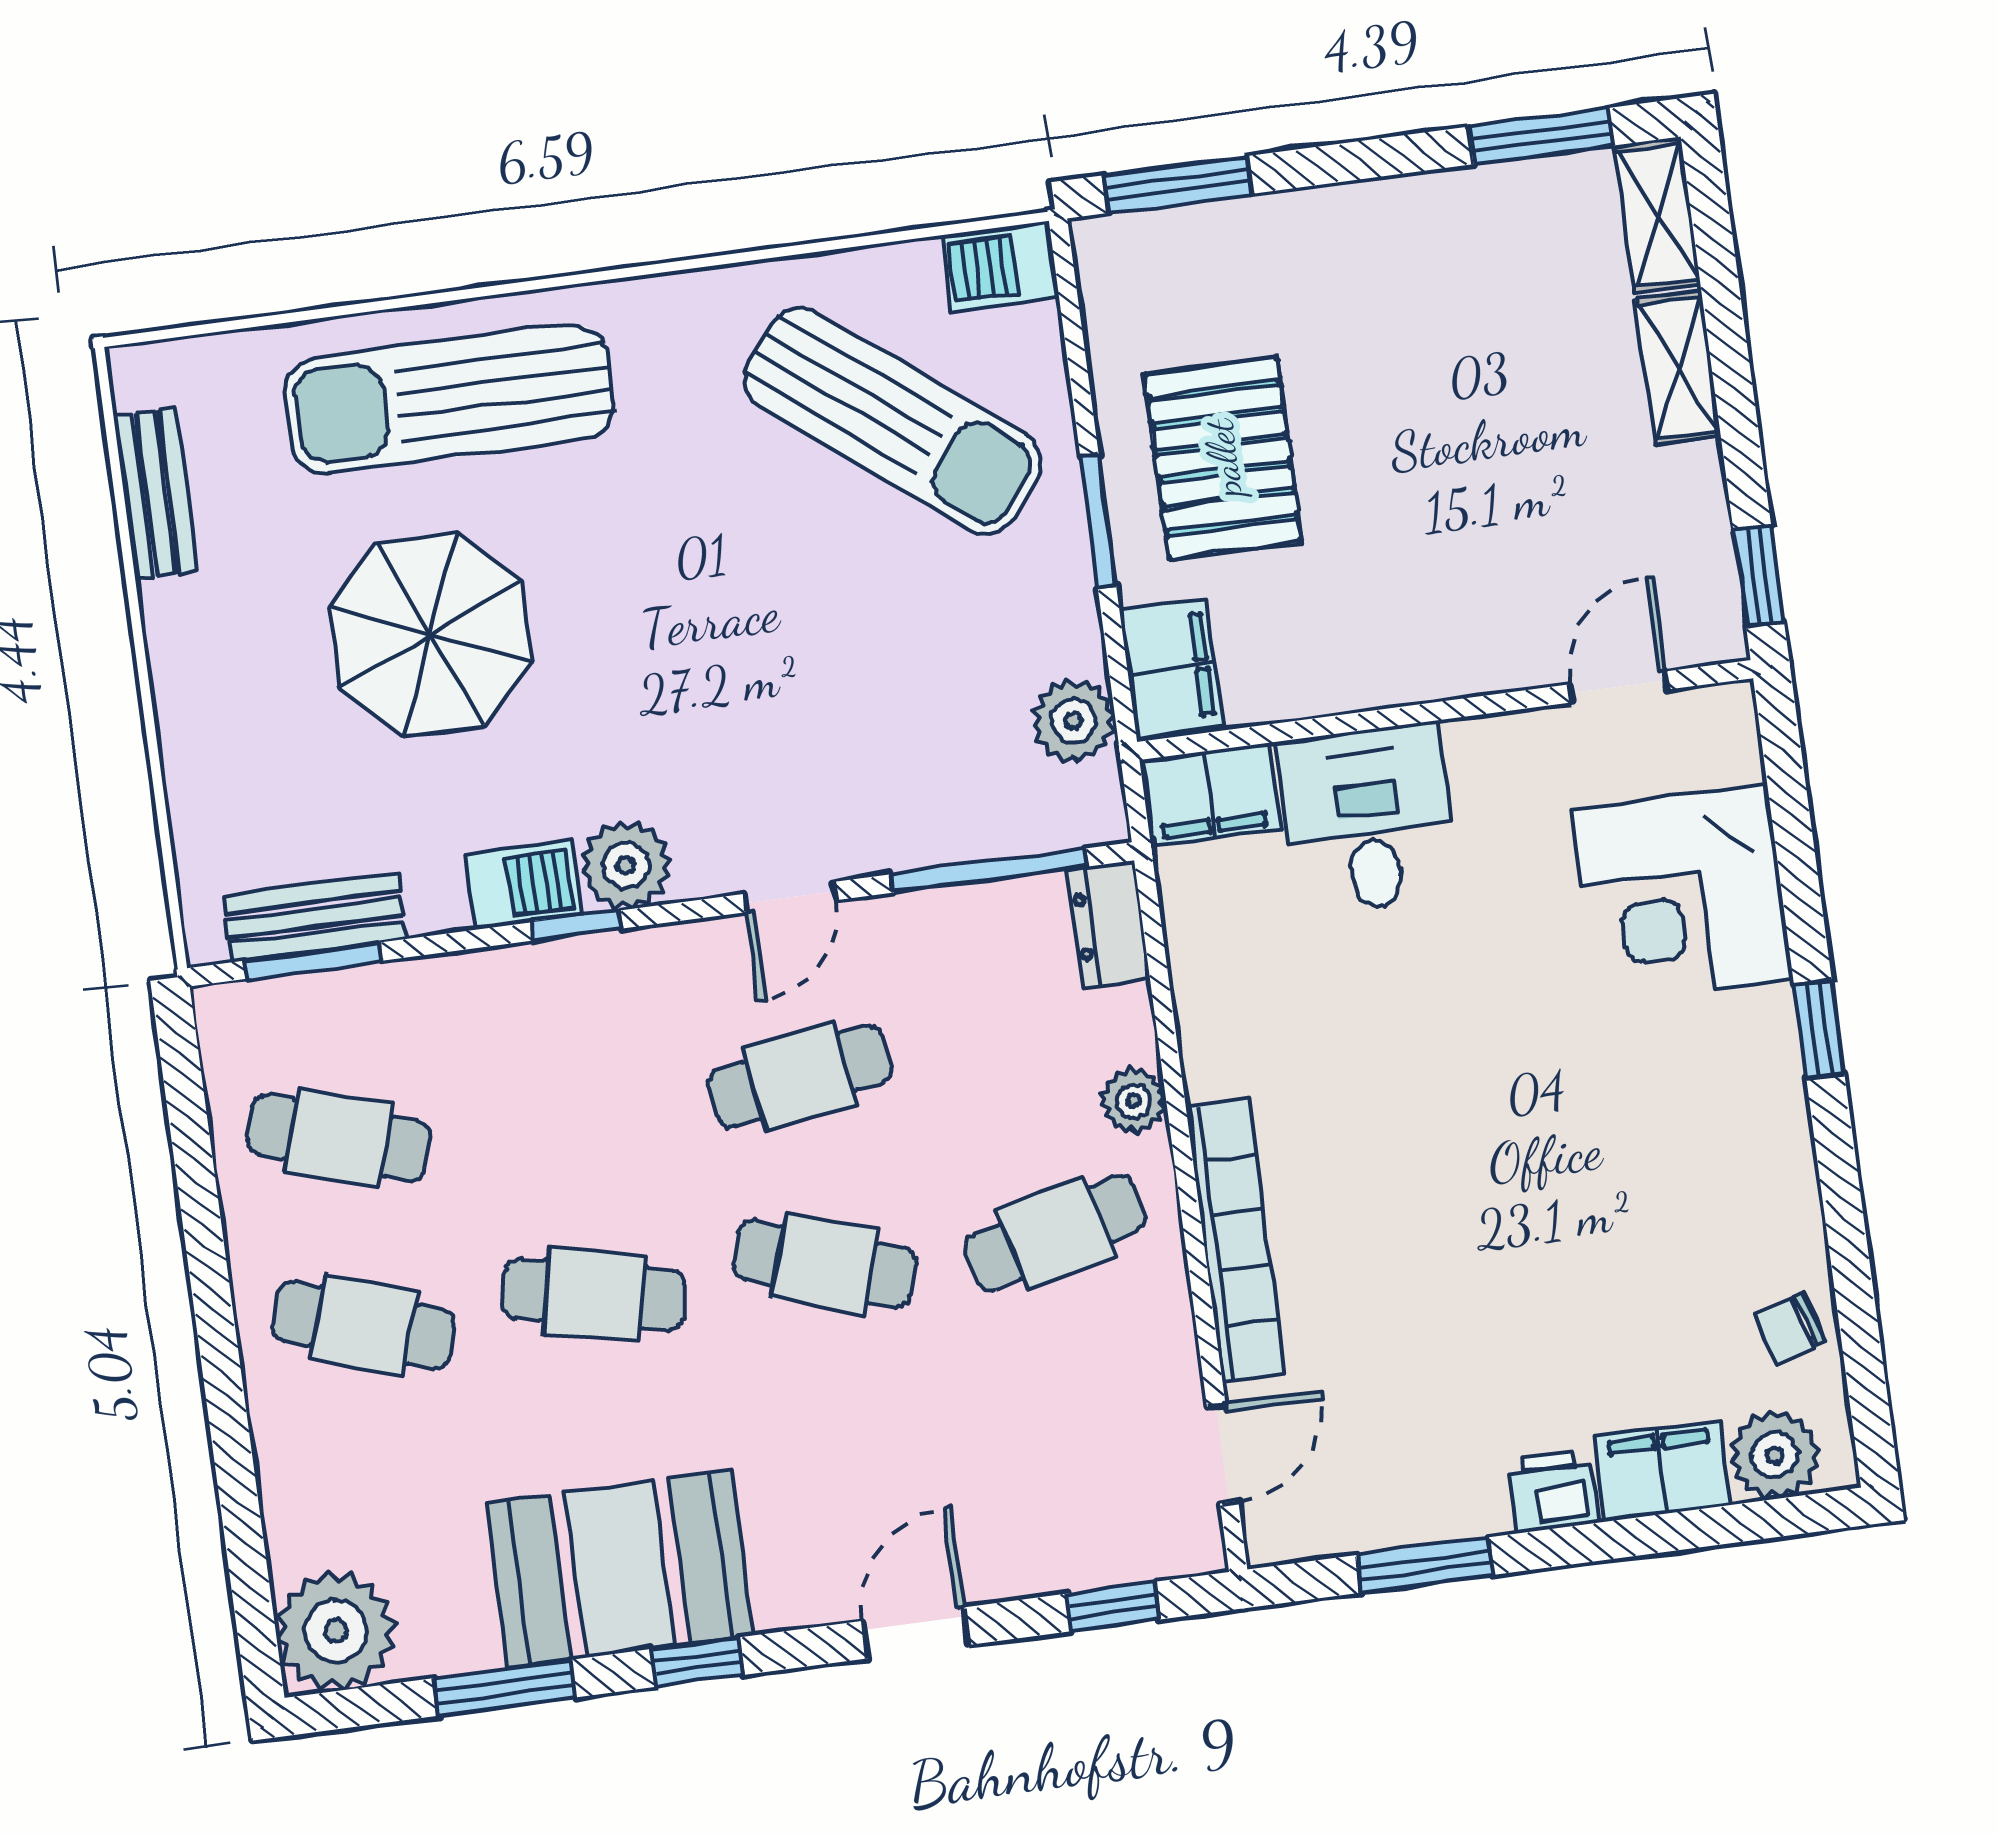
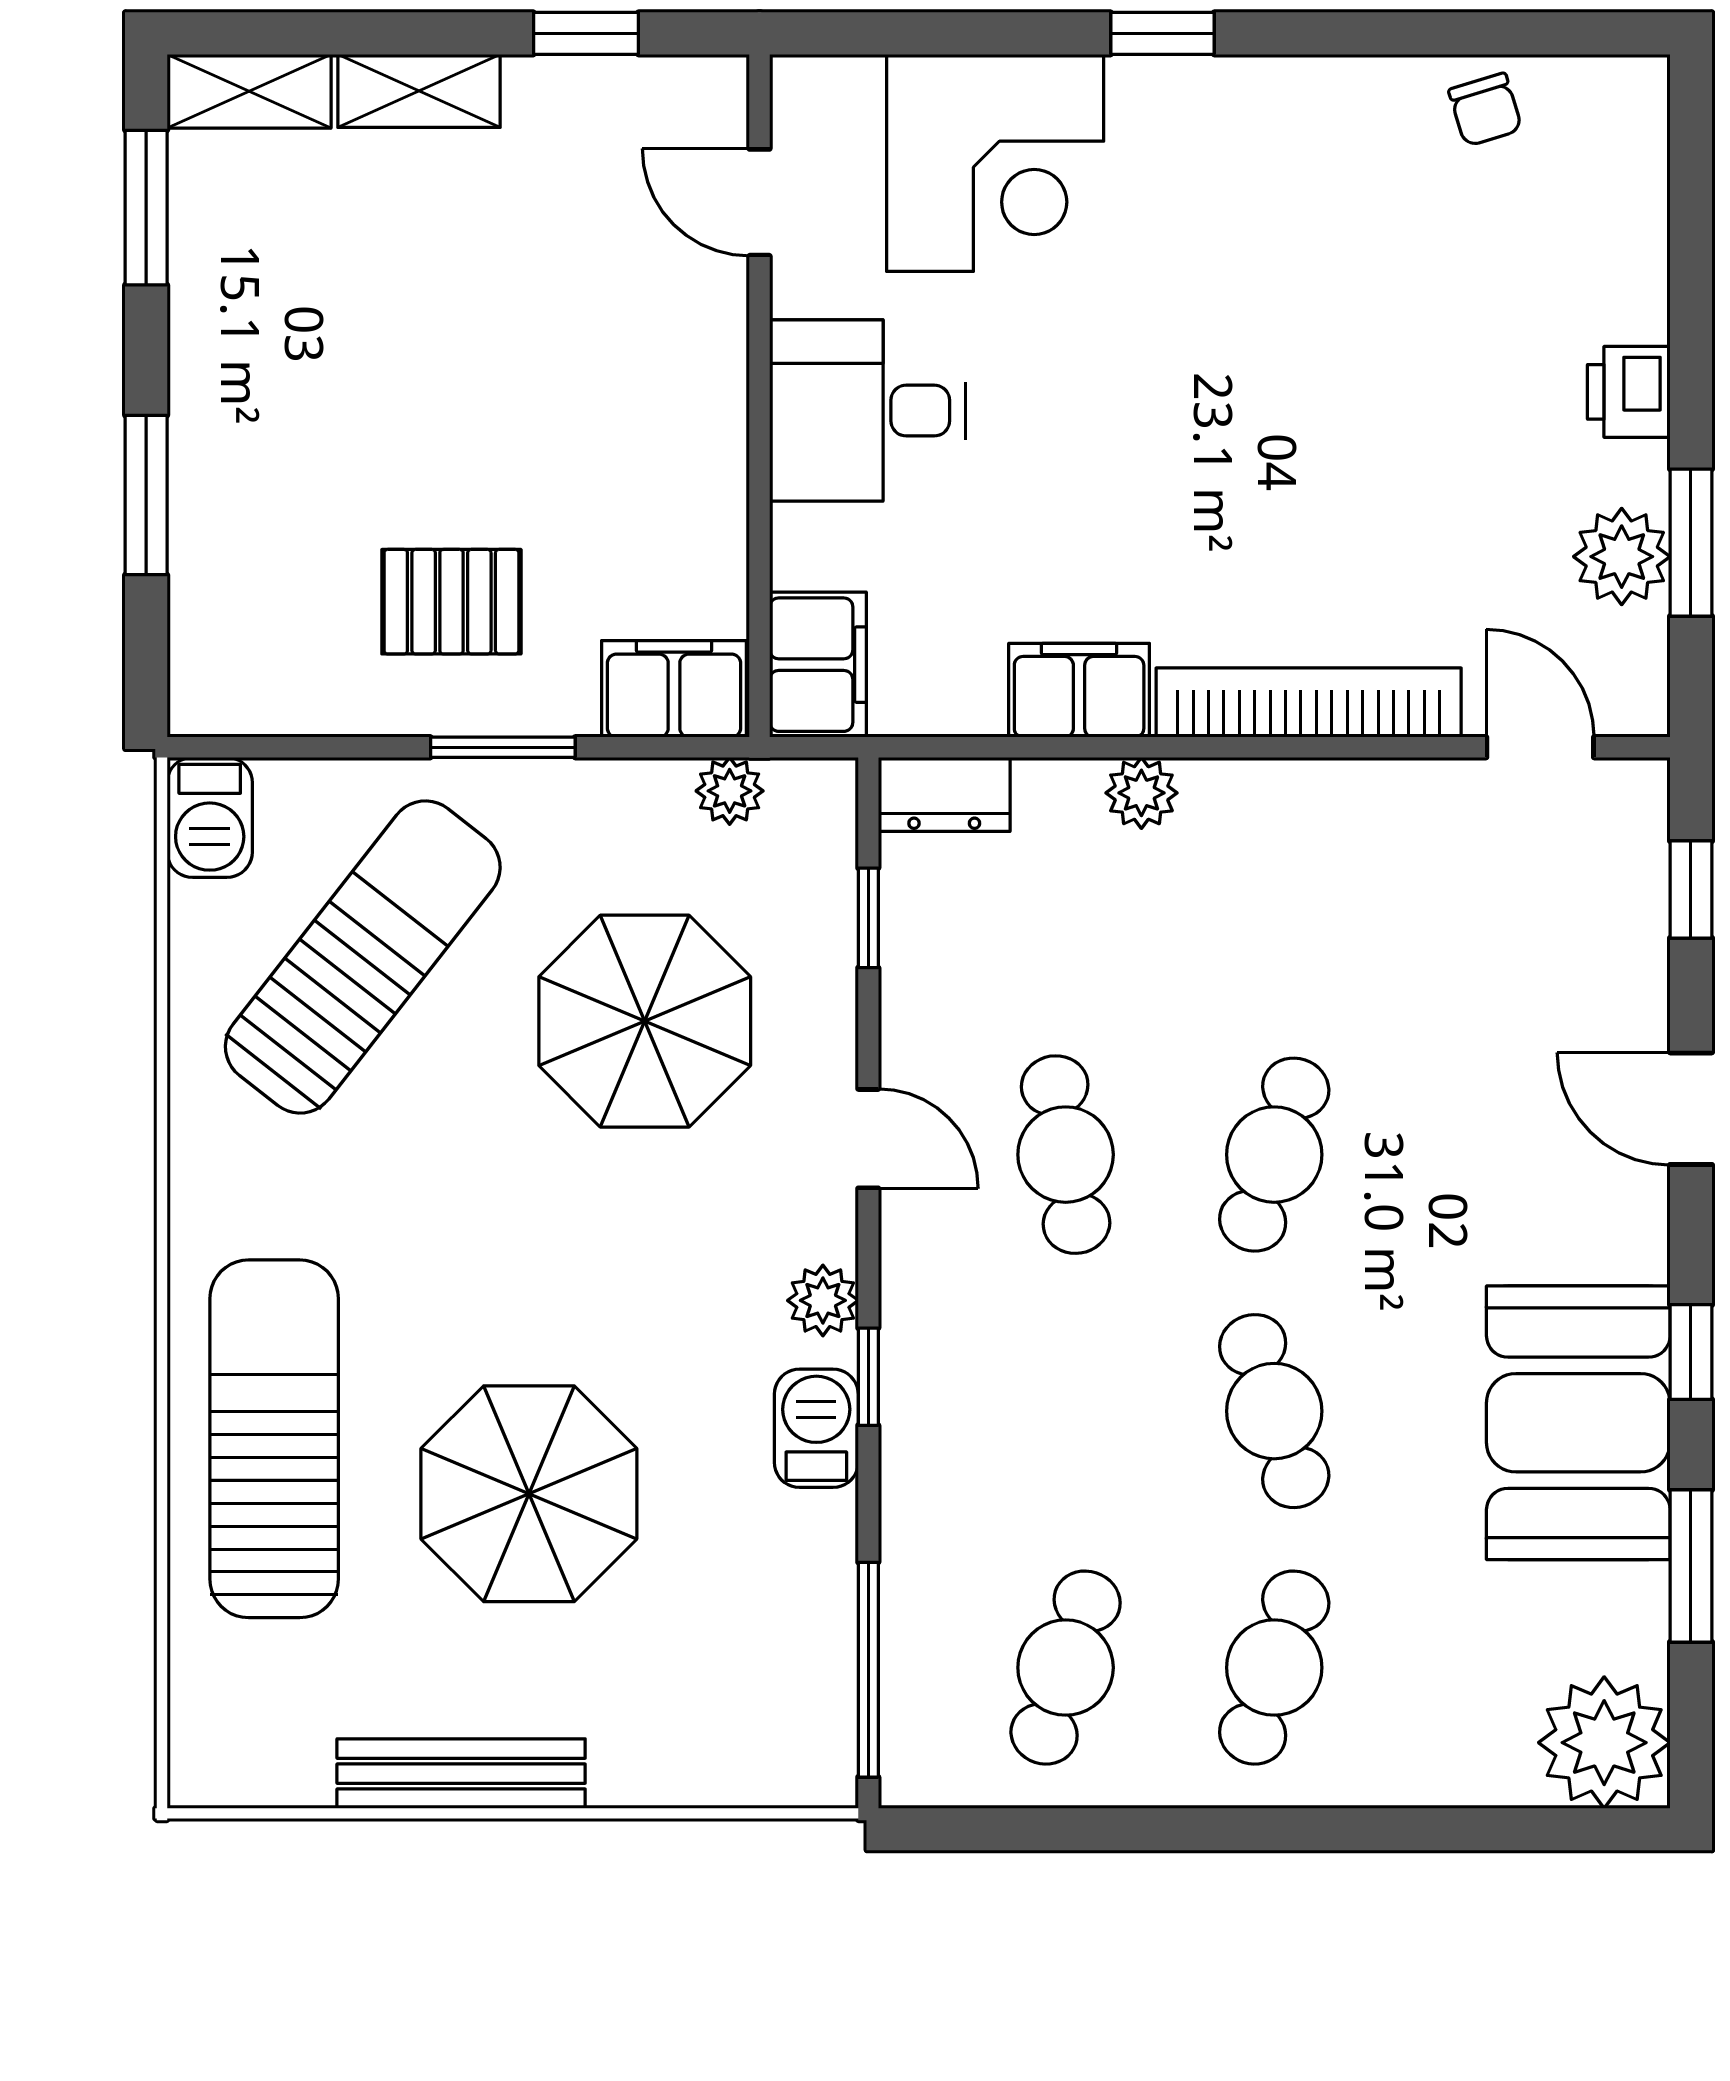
window: (1178, 185) -> (146, 495), moved
sun lounger: (449, 399) -> (274, 1439), turned 180
pallet: (1223, 458) -> (451, 602), width x0.67, depth x0.71
bench: (155, 493) -> (461, 1774), moved, width x1.36
window: (1759, 576) -> (586, 33), moved
parasol: (869, 682) -> (645, 1021), added
plant: (1073, 721) -> (730, 791), width x0.73, depth x0.73
desk: (1369, 819) -> (867, 411), moved
plant: (626, 865) -> (823, 1300), width x0.73, depth x0.73
window: (989, 871) -> (868, 918), width x0.46
bench: (315, 917) -> (821, 1661), removed
window: (313, 961) -> (868, 1670), width x1.44
cafe table: (1055, 1233) -> (1274, 898), removed
cafe table: (594, 1295) -> (1274, 1411), turned -30
plant: (1775, 1455) -> (1622, 557), moved
filing cabinet: (1662, 1471) -> (1079, 690), moved, turned 90

